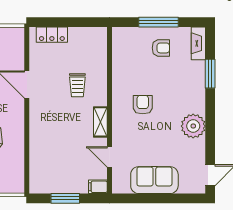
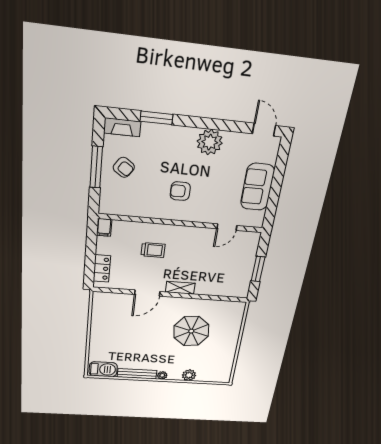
armchair: (161, 48) -> (124, 167), turned 125
shelving: (100, 122) -> (180, 288), moved
filing cabinet: (98, 187) -> (104, 227), moved

